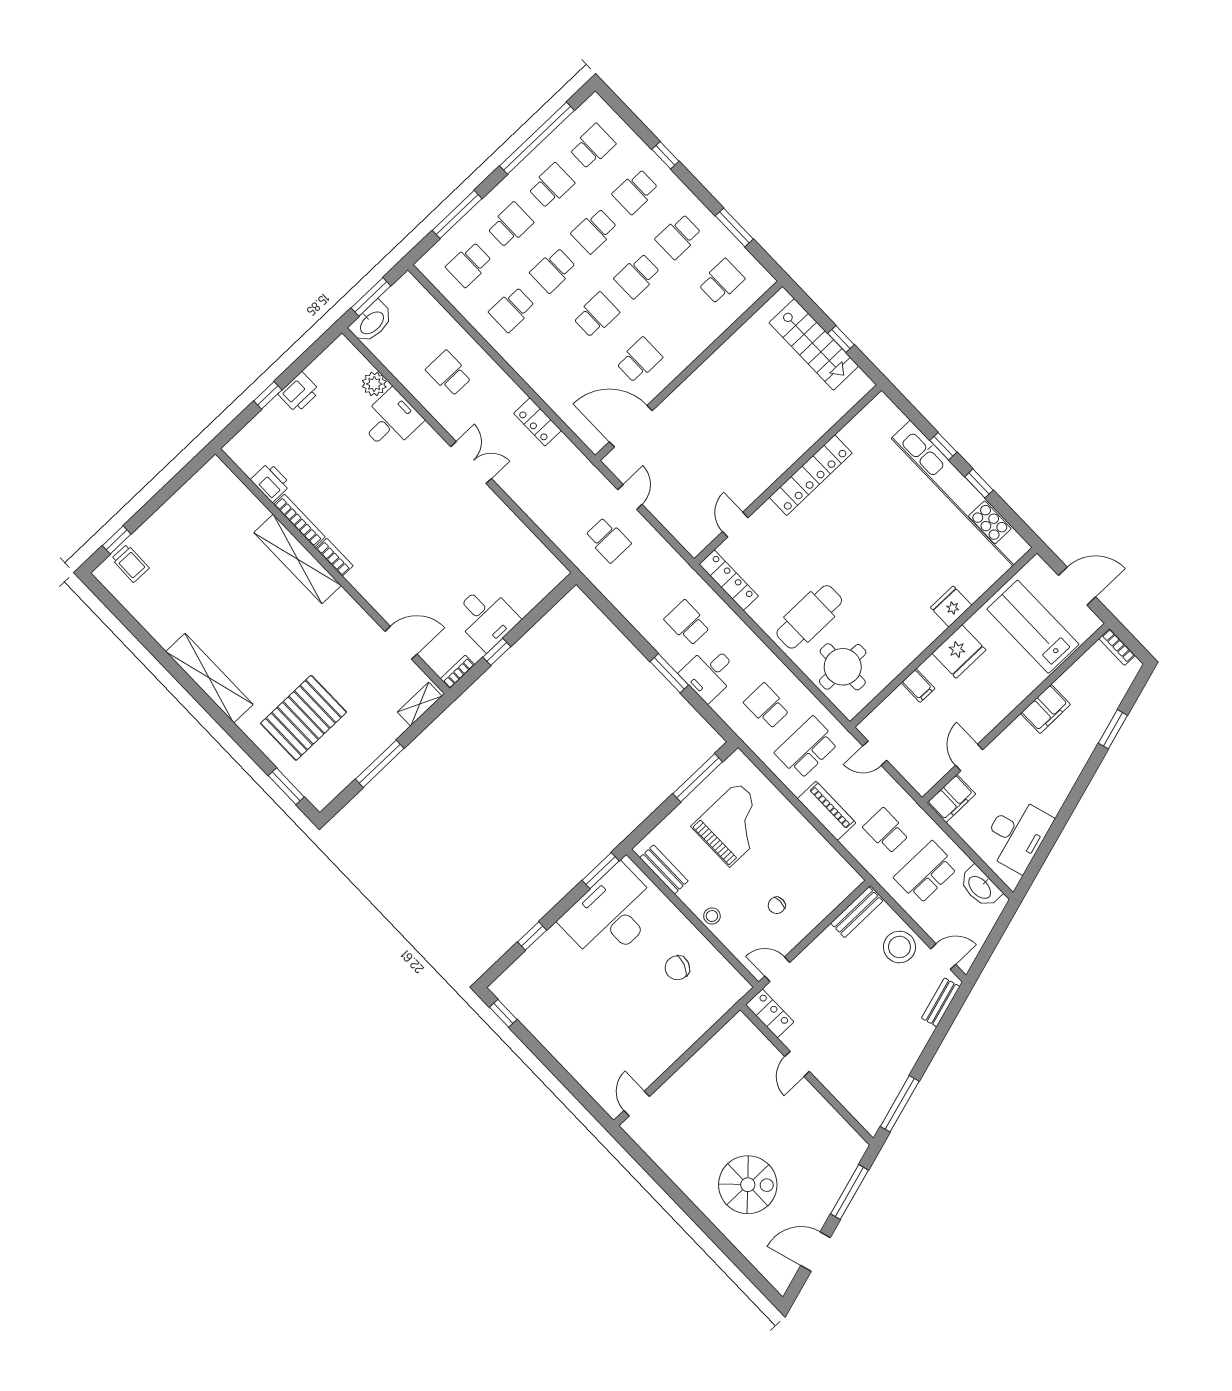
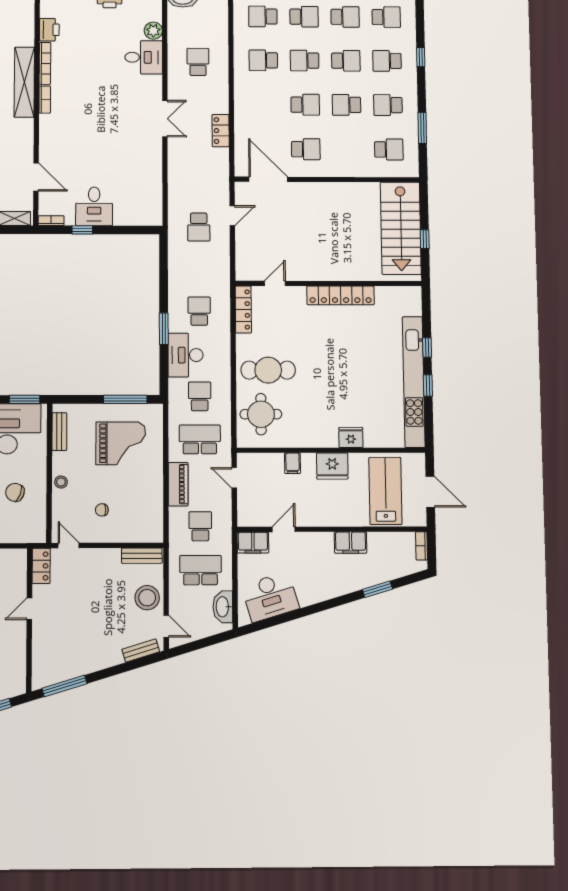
school desk: (594, 231) -> (346, 61), turned 180
stairs: (814, 344) -> (401, 228), width x1.36, depth x1.51
desk: (709, 673) -> (185, 355), width x1.37

